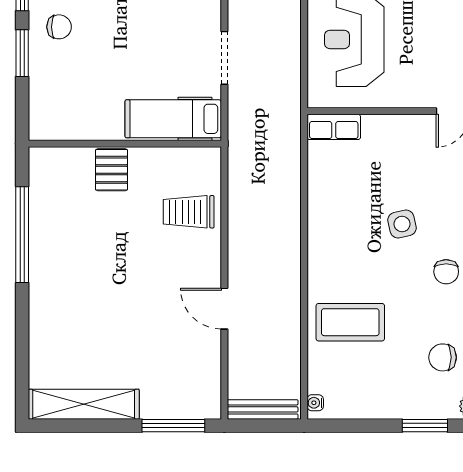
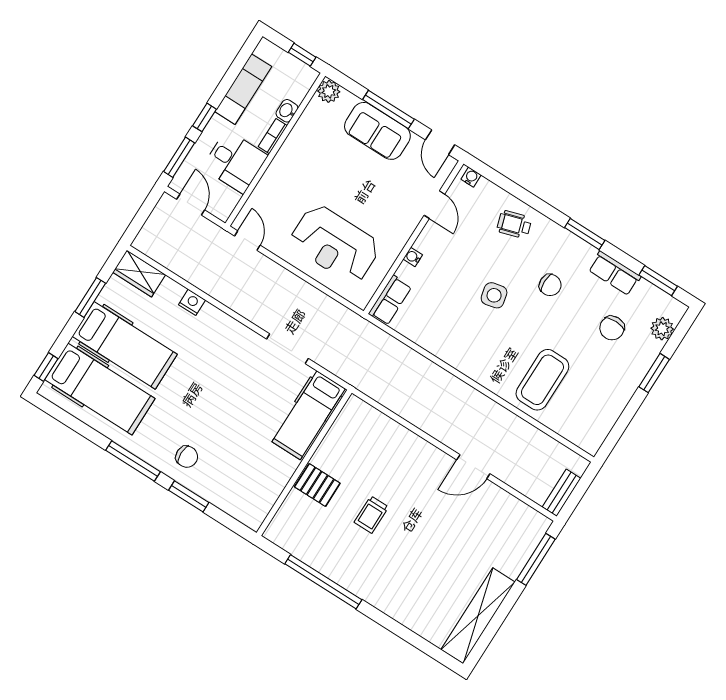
chair: (59, 27) -> (187, 457), turned 90
trolley: (189, 212) -> (371, 515), moved, width x0.73, depth x0.72
water cooler: (315, 403) -> (413, 257), moved, turned 90
bench: (263, 409) -> (561, 493), width x0.73

